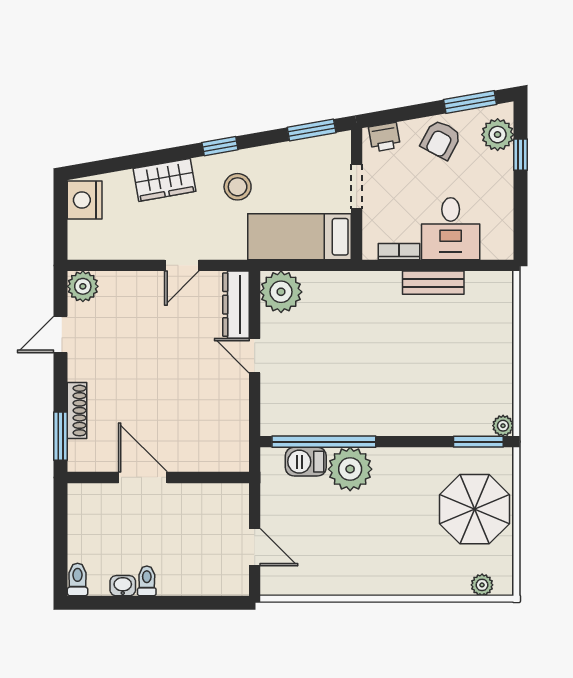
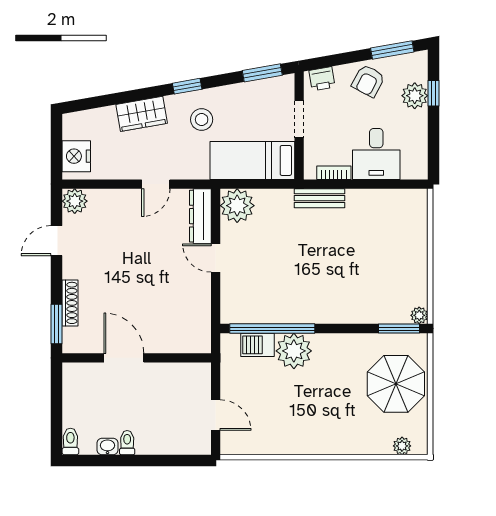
plant: (498, 135) -> (415, 96), moved
nightstand: (85, 200) -> (76, 156), moved
bench: (433, 283) -> (320, 198), moved

